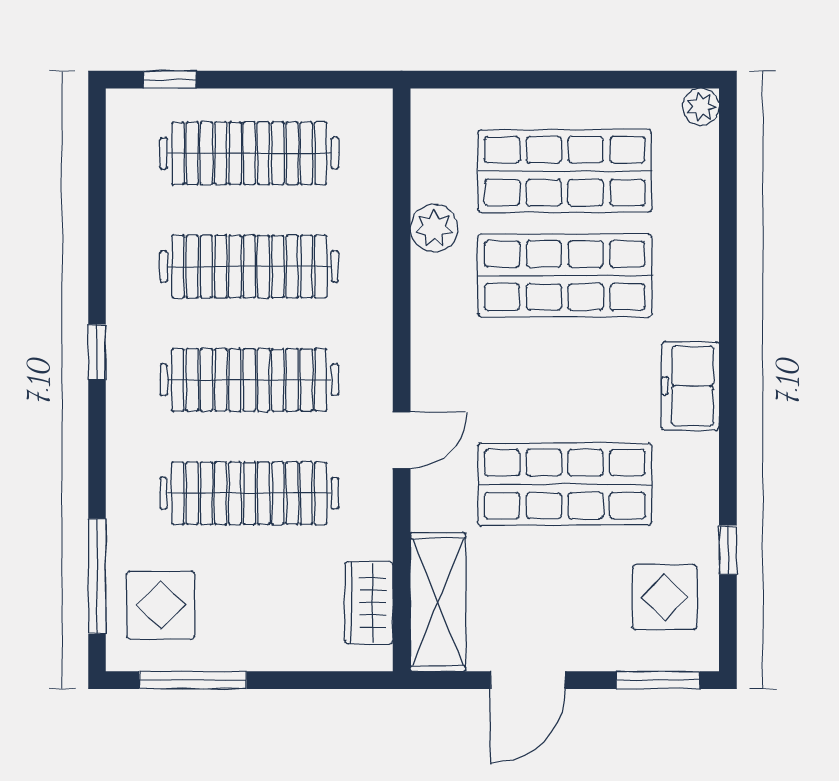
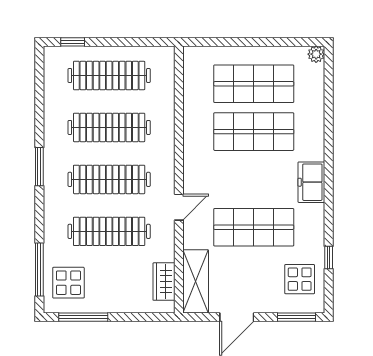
plant: (434, 228) -> (194, 110), removed
window: (97, 352) -> (39, 167), width x1.50

